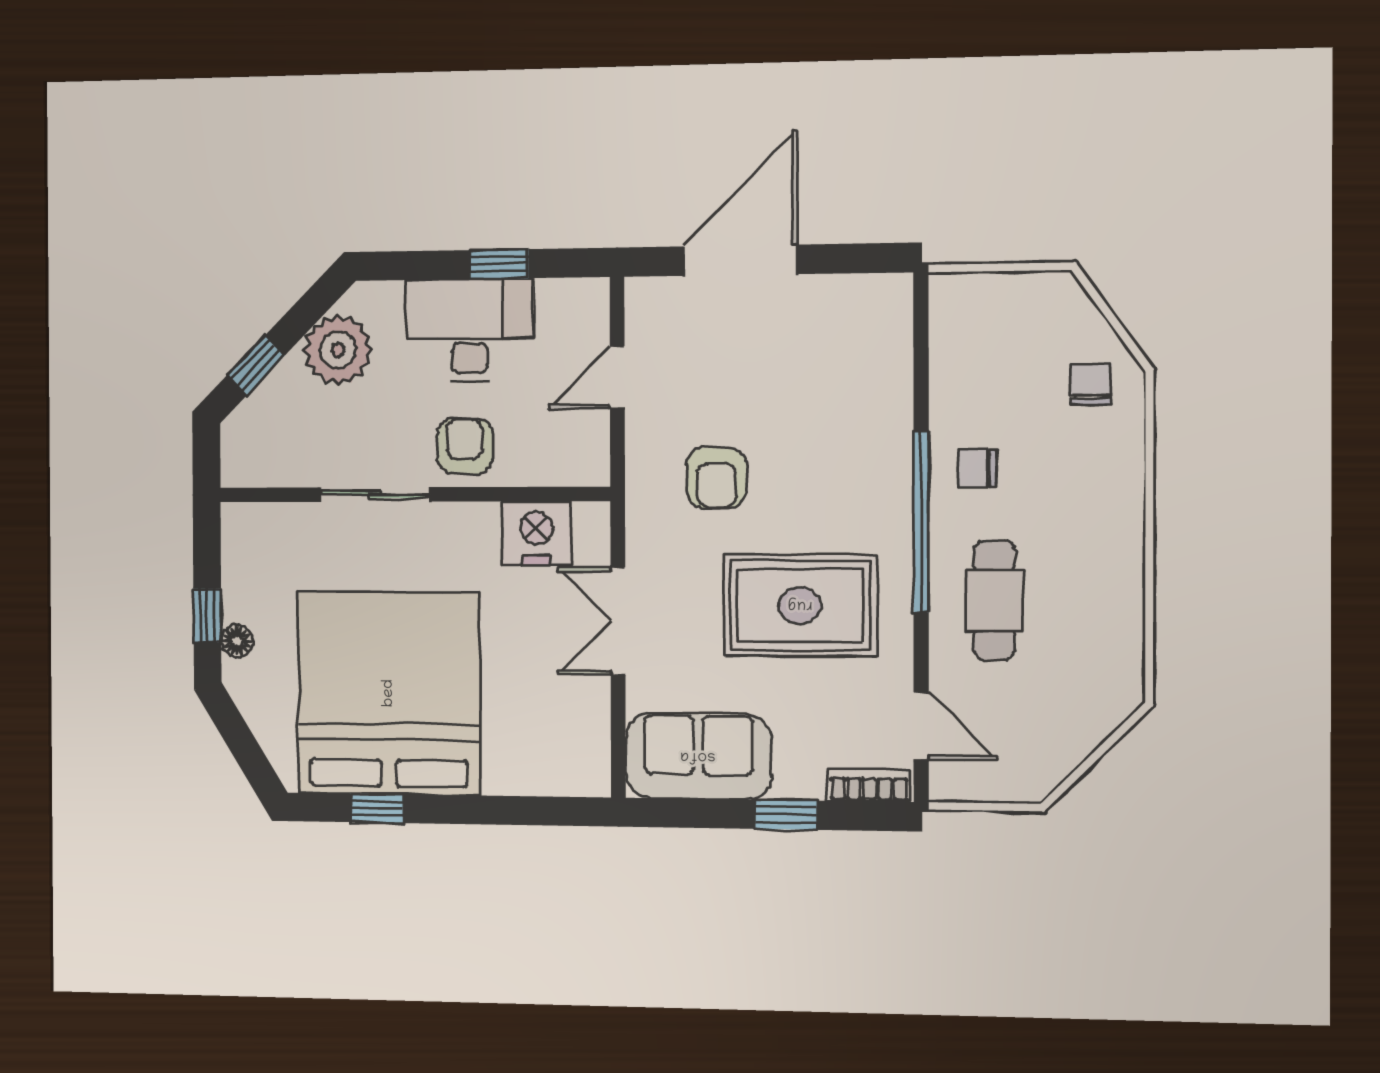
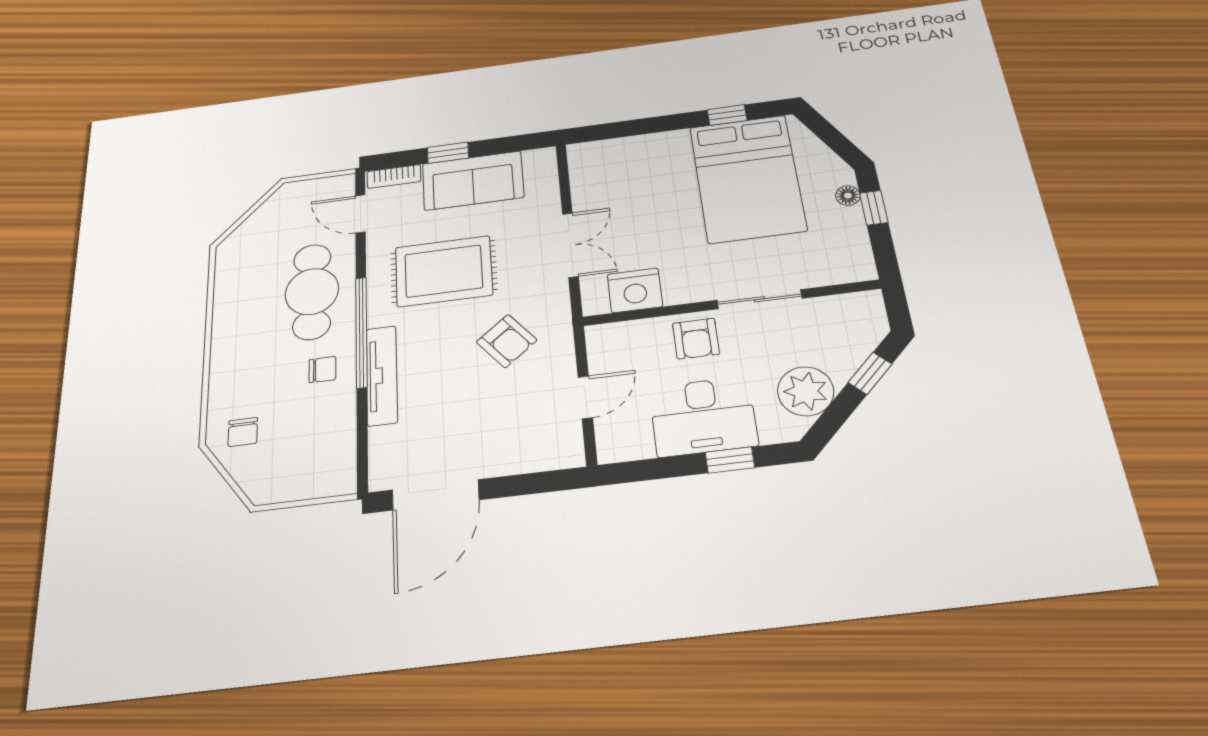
door: (740, 260) -> (436, 495), moved
window: (499, 264) -> (730, 460), moved
tv unit: (893, 448) -> (382, 375), added
armchair: (717, 478) -> (507, 341), turned 141
cafe table: (994, 600) -> (312, 292), width x1.37, depth x1.35
bed: (389, 693) -> (747, 178), width x0.73
sofa: (698, 756) -> (473, 181), moved

